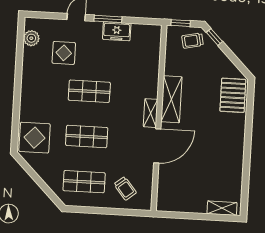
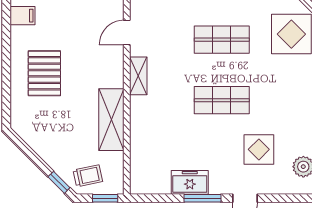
pallet: (233, 95) -> (44, 73), moved
shelving: (171, 99) -> (111, 120), moved
door: (157, 146) -> (127, 32), width x0.53
filing cabinet: (234, 163) -> (23, 16), added

